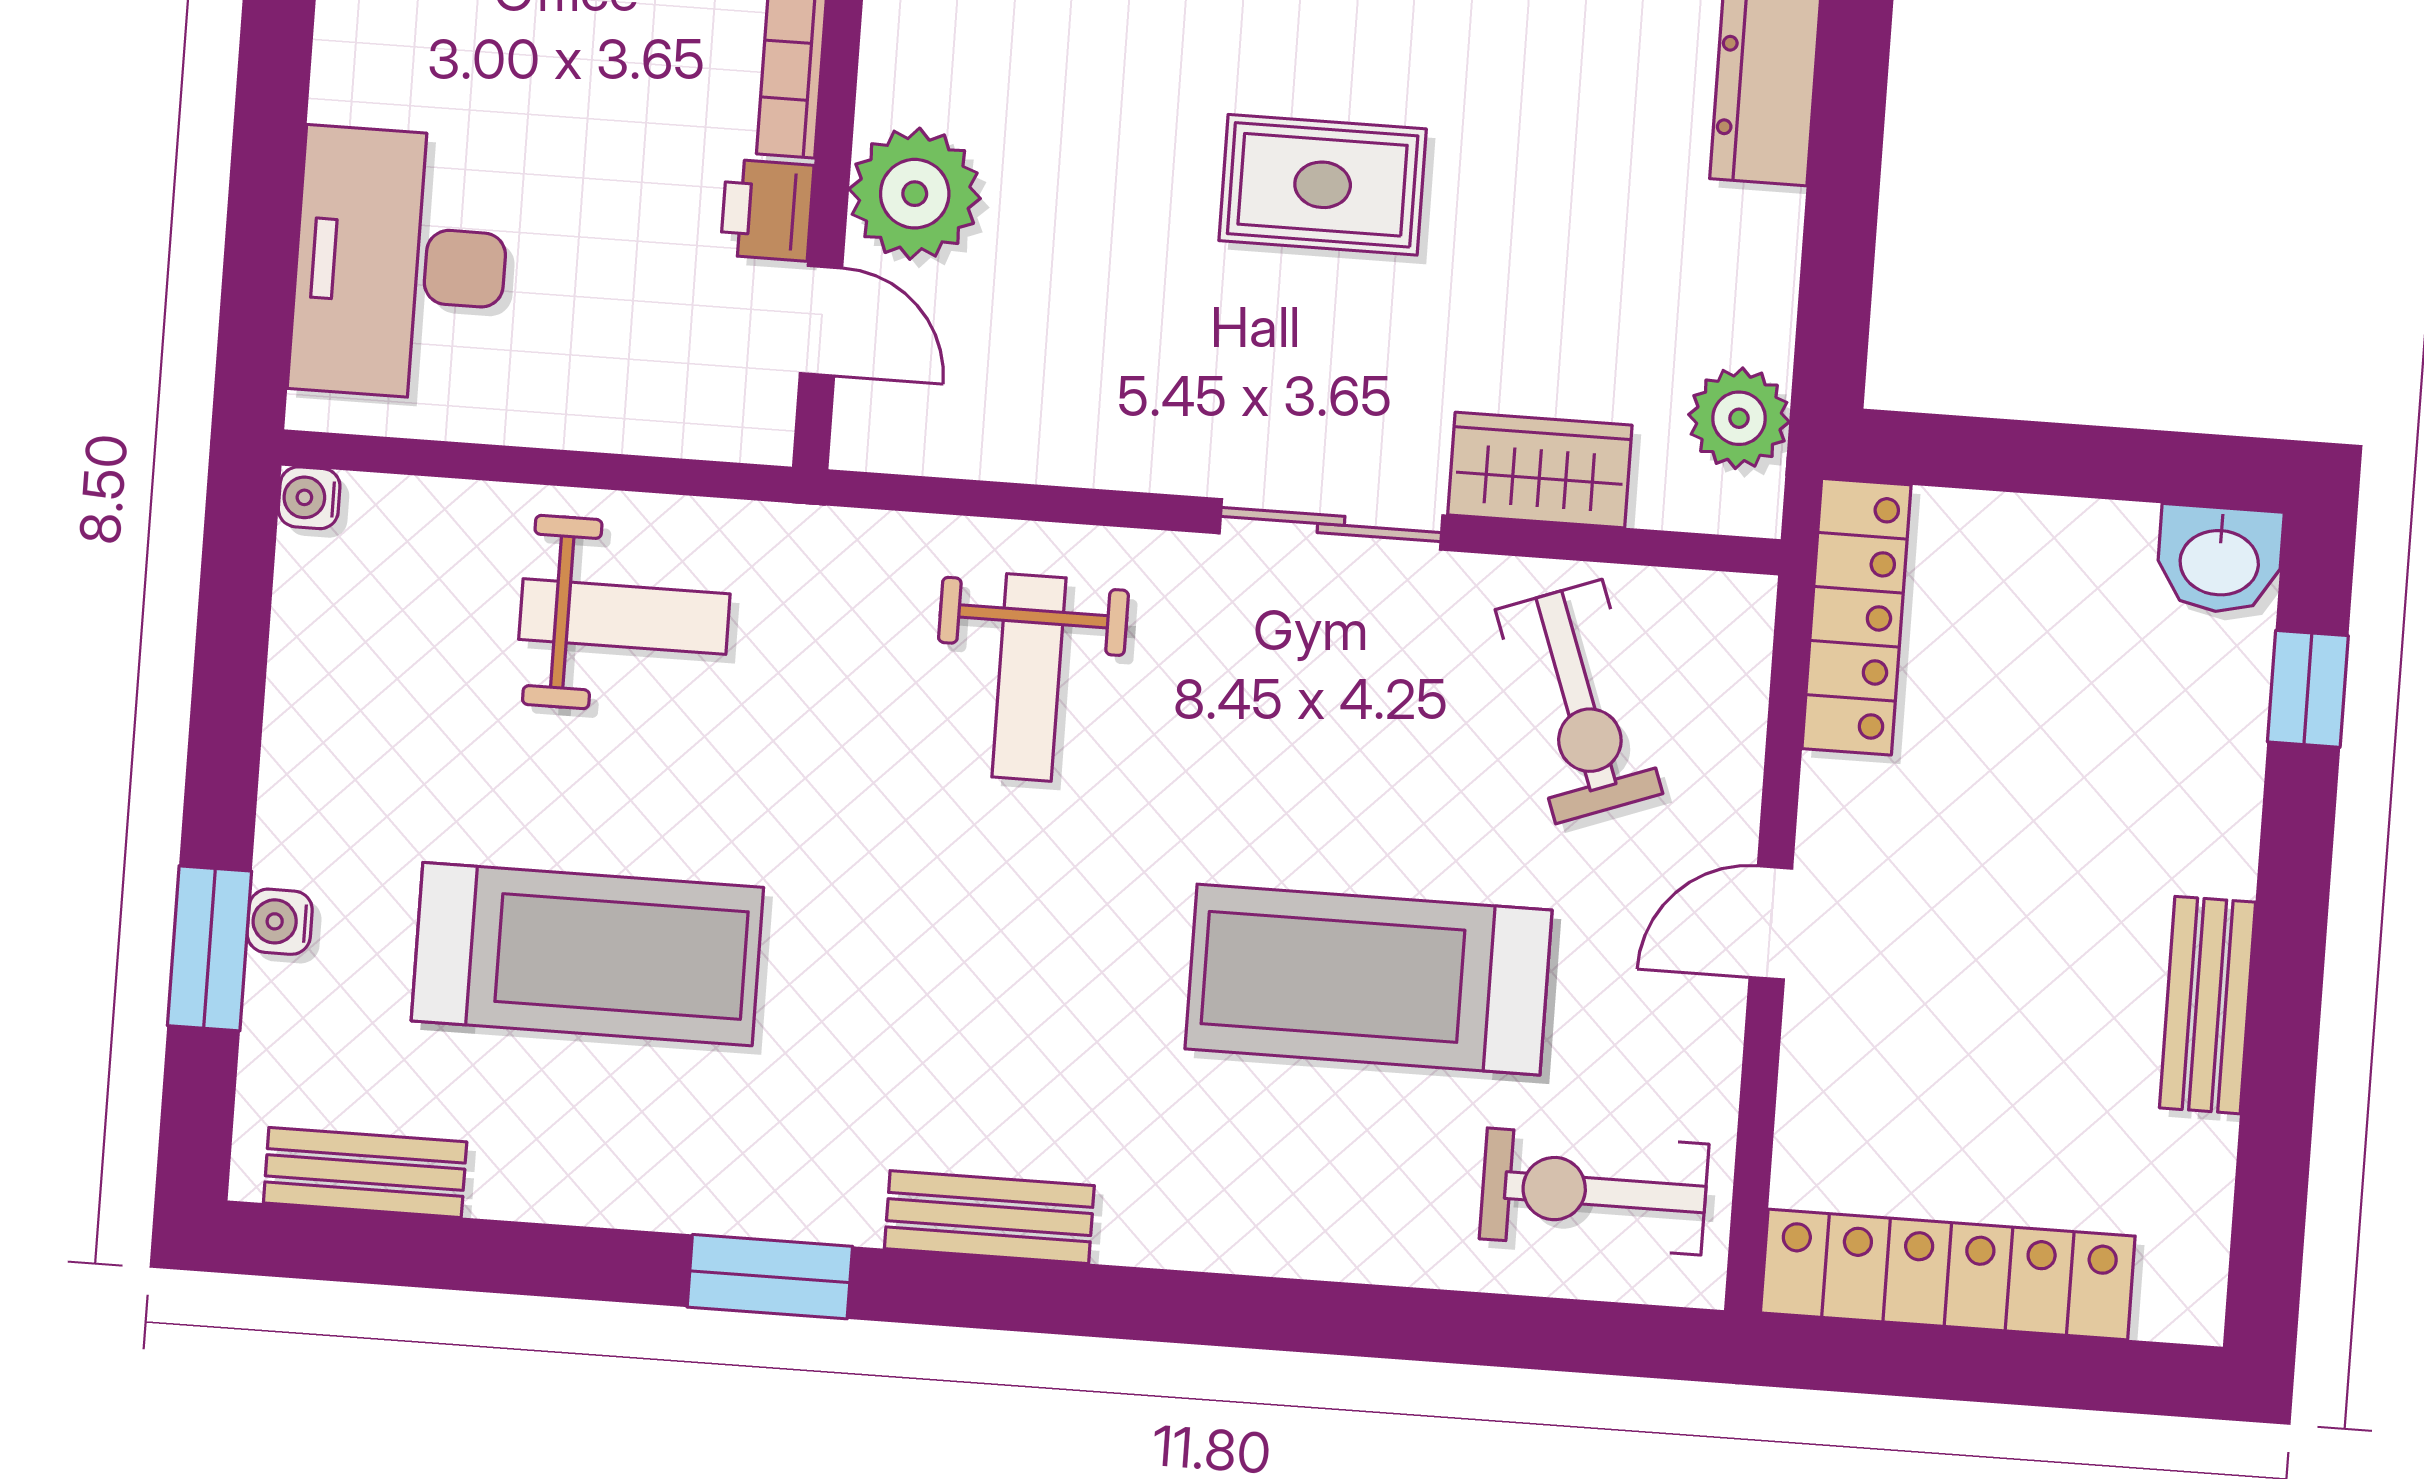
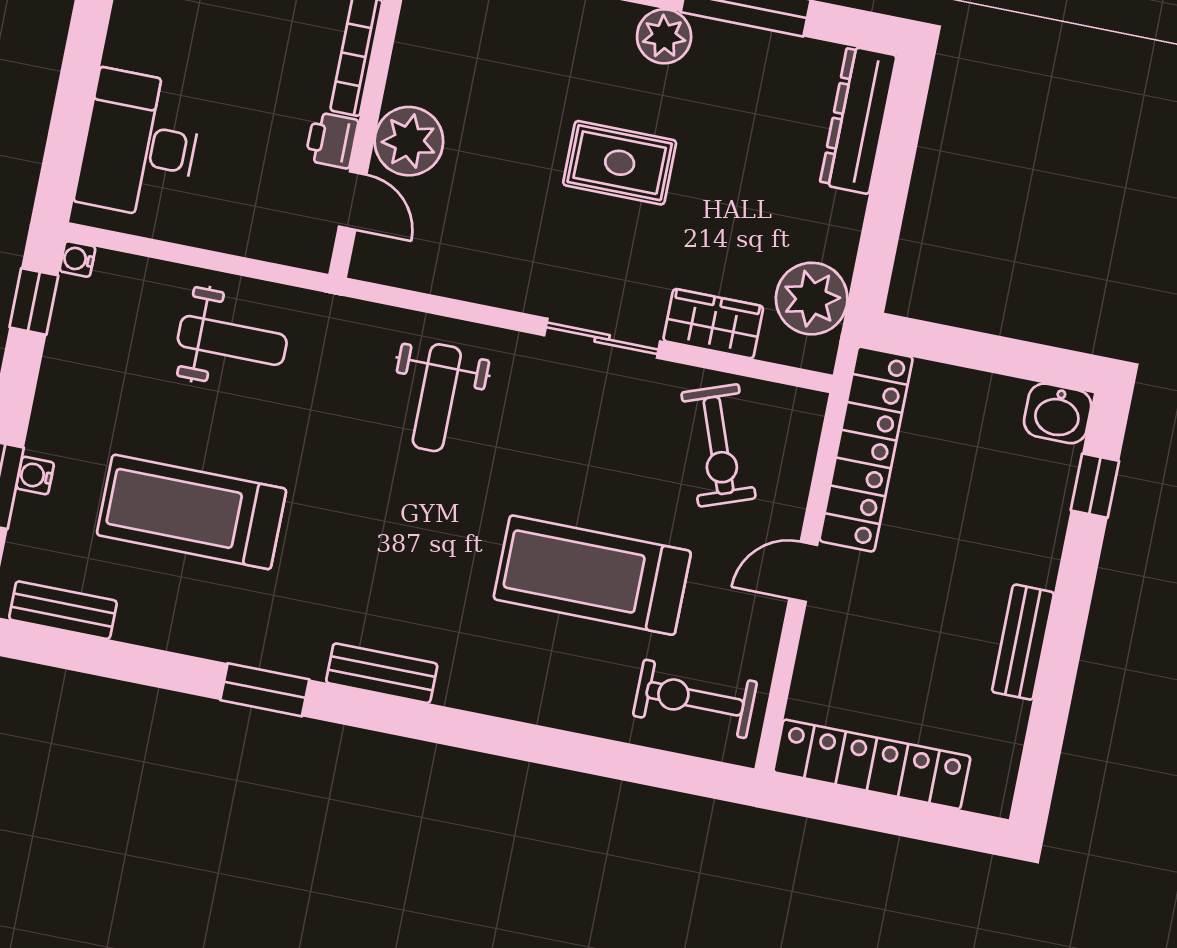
plant: (1739, 418) -> (812, 299), width x1.36, depth x1.36
window: (236, 589) -> (34, 301), added
locker: (1857, 617) -> (866, 449), width x1.41, depth x1.21
treadmill: (587, 954) -> (192, 512), turned 180

